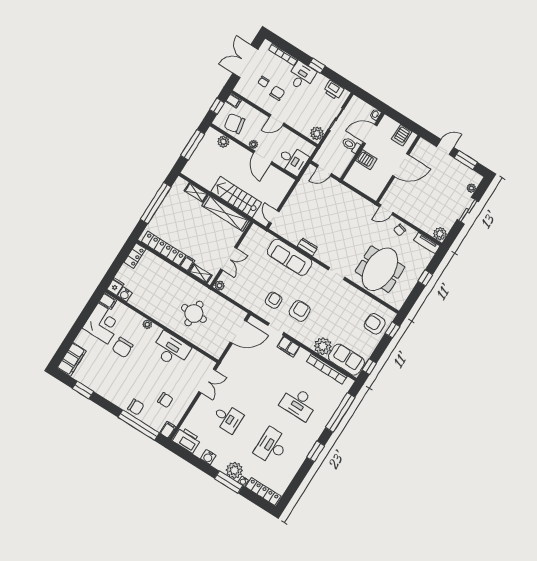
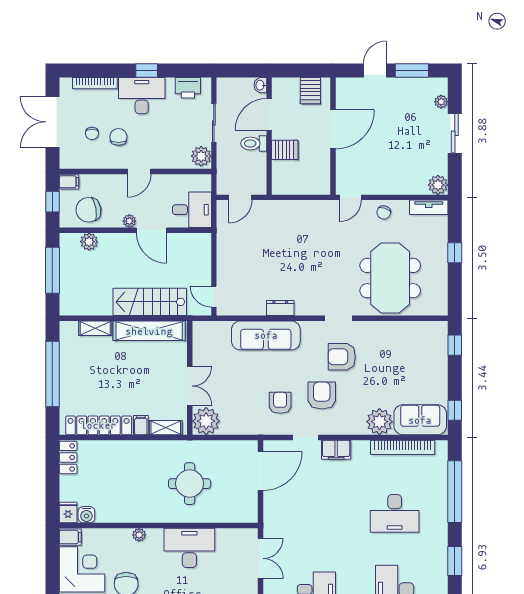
desk: (301, 76) -> (142, 96), width x1.37
plant: (220, 286) -> (206, 421), width x1.87, depth x1.87
armchair: (375, 324) -> (342, 357), moved

